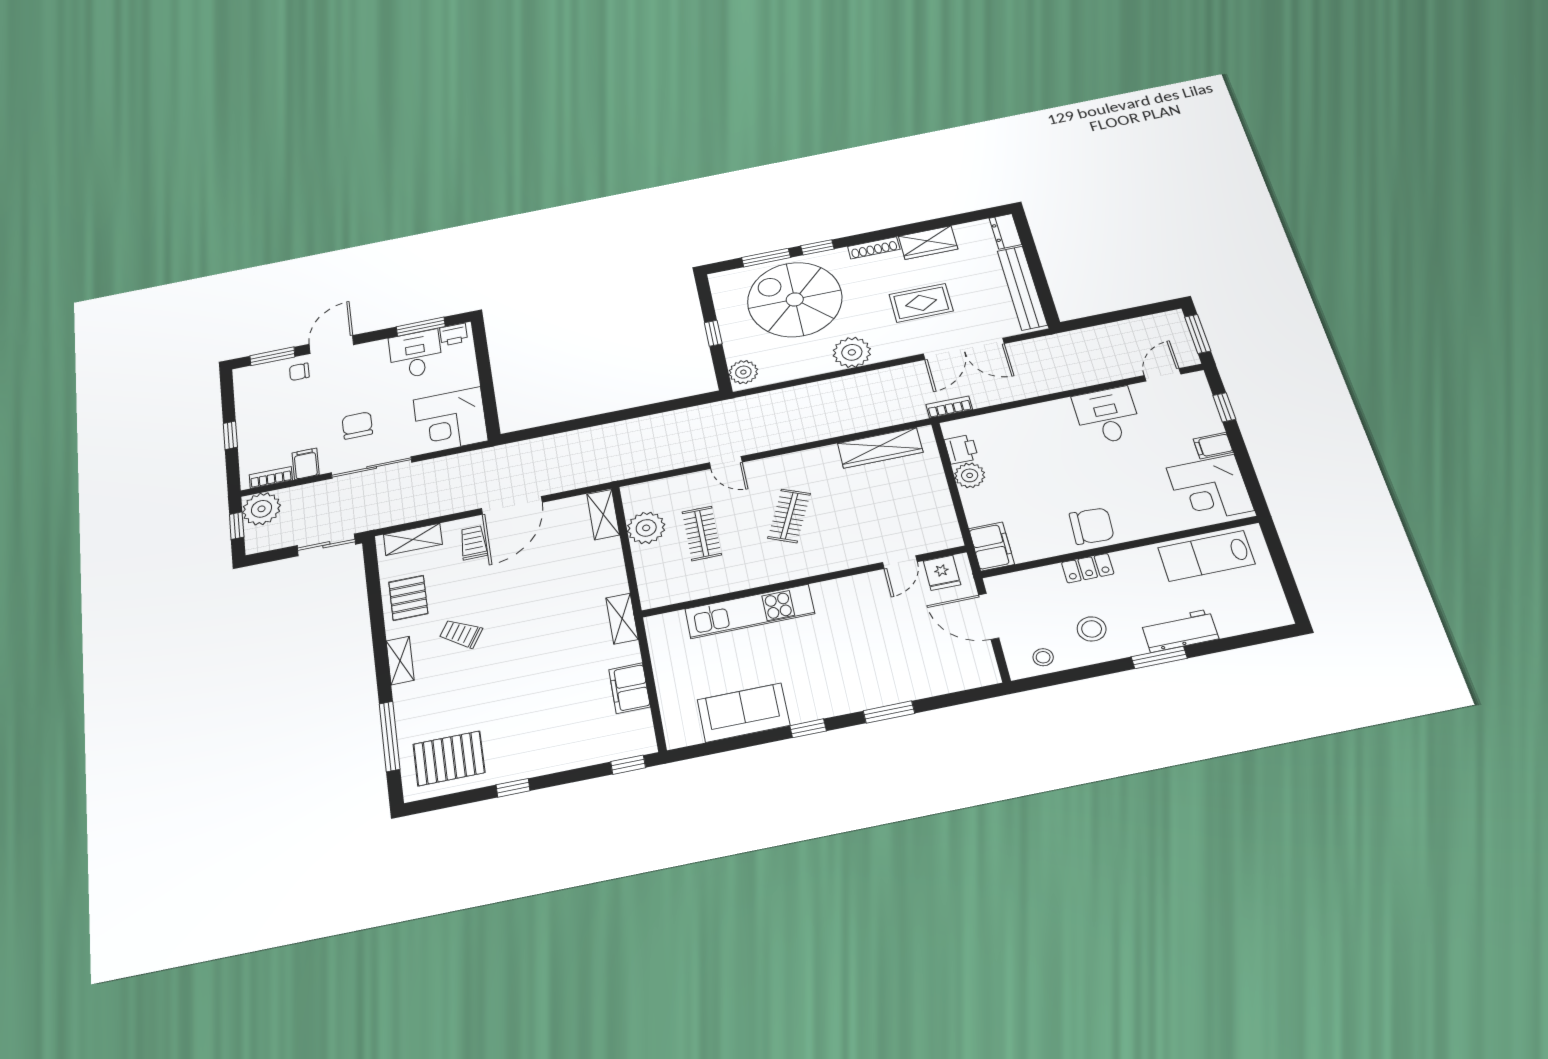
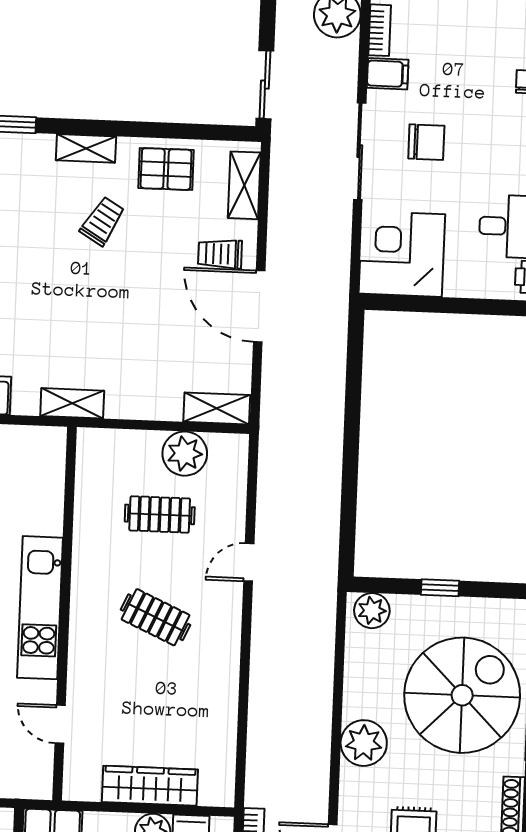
wardrobe: (880, 448) -> (150, 786), moved, turned 90
trolley: (473, 543) -> (220, 254), turned 180
fridge: (942, 573) -> (33, 766), removed
kitchen unit: (750, 611) -> (40, 608), moved

